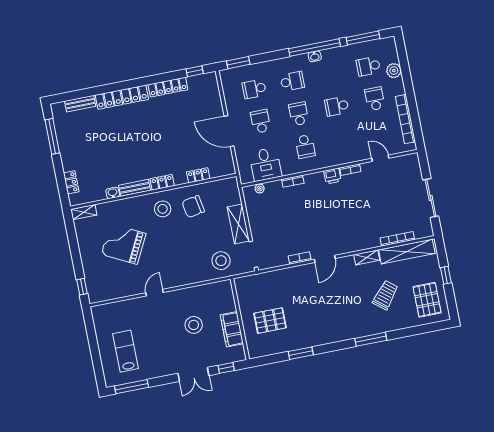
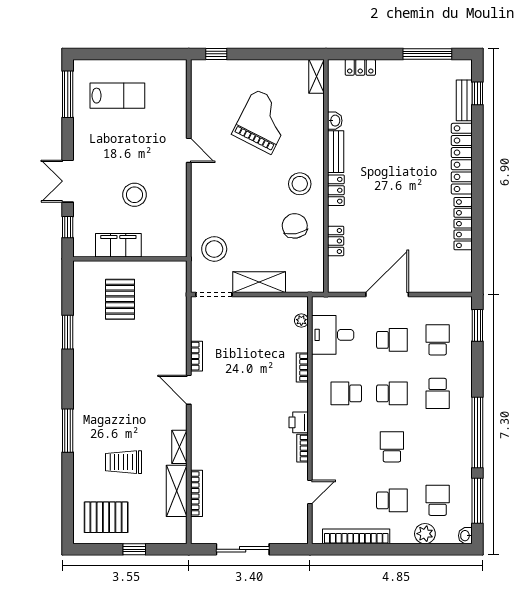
washbasin: (315, 56) -> (465, 536), moved
window: (195, 71) -> (477, 93), moved
shelving: (407, 252) -> (177, 491), width x0.68
trolley: (385, 295) -> (124, 462), turned 141

